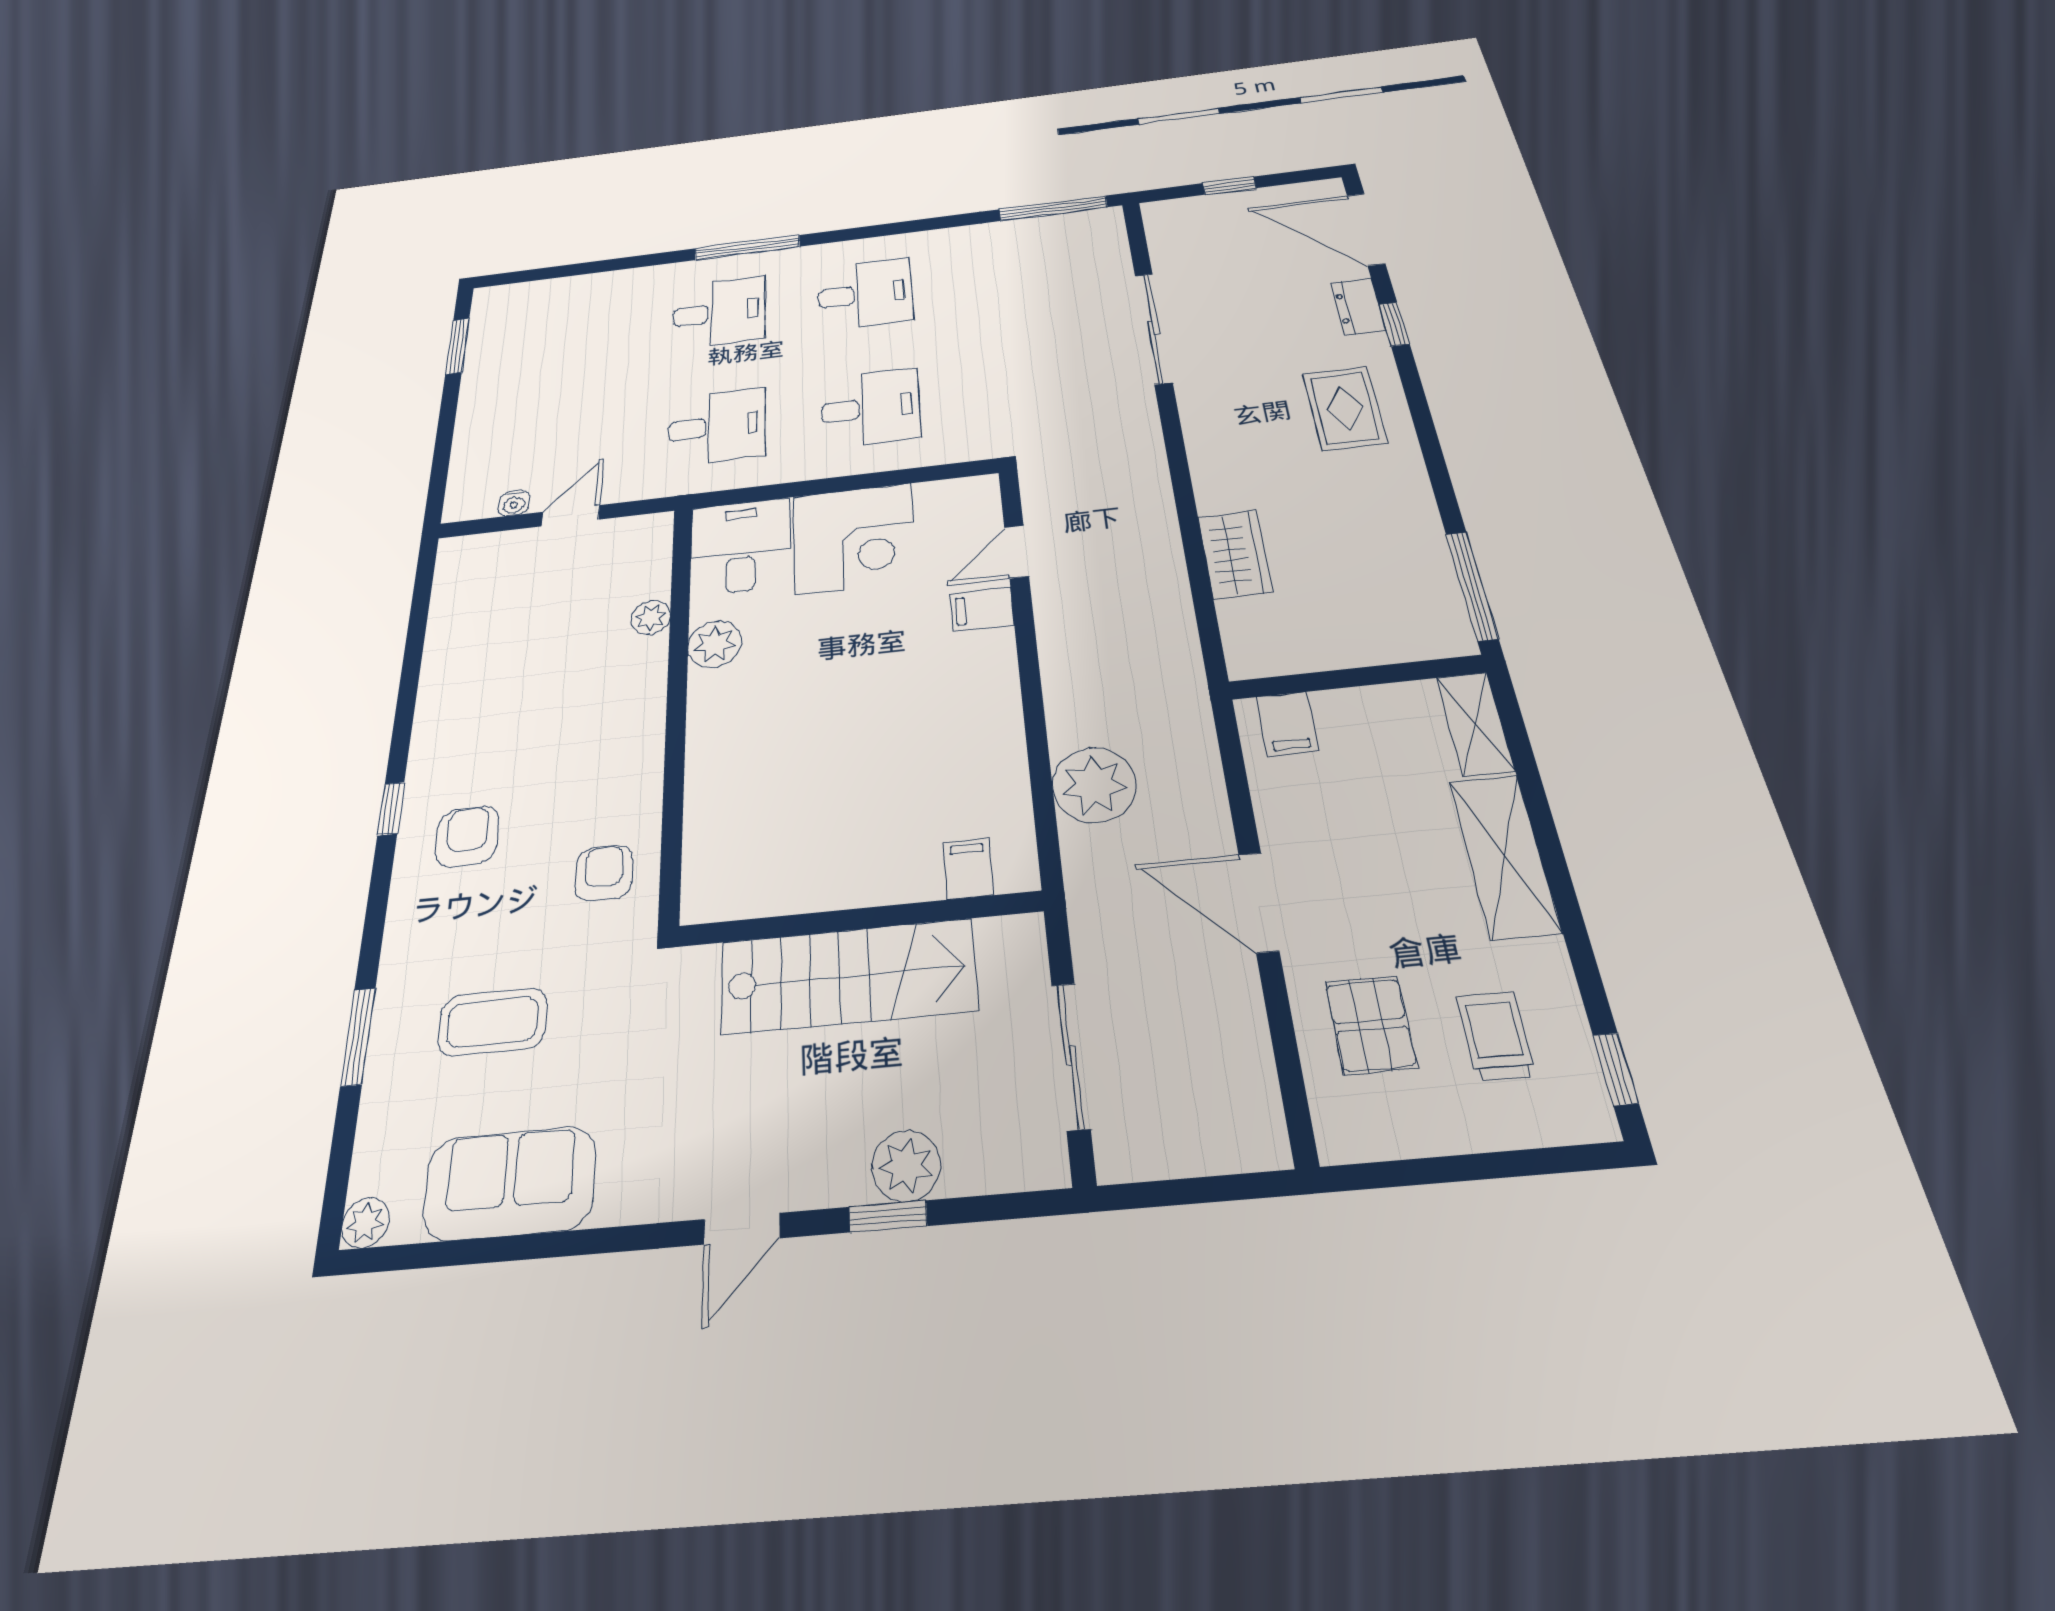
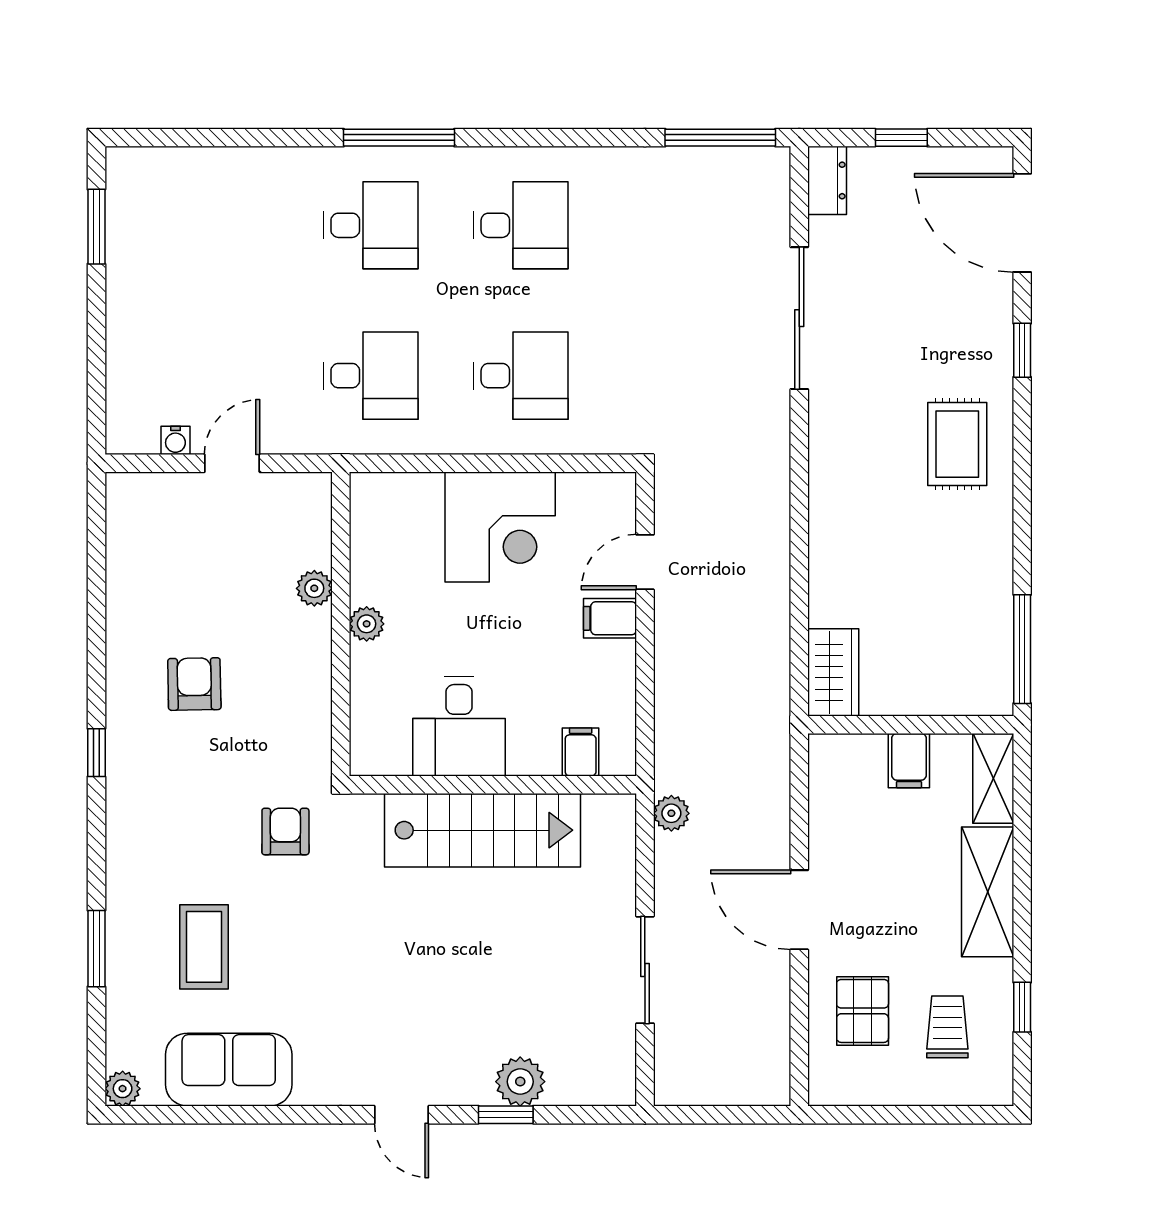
dresser: (1358, 307) -> (827, 180), moved, turned 180
desk: (741, 547) -> (459, 726), moved, turned 180
wardrobe: (1235, 554) -> (833, 672), moved
plant: (715, 644) -> (367, 624), width x0.73, depth x0.73
filing cabinet: (1287, 724) -> (909, 761), moved
plant: (1094, 785) -> (671, 813), width x0.53, depth x0.53
armchair: (467, 836) -> (194, 684), moved
filing cabinet: (968, 869) -> (581, 752), moved
wall: (859, 919) -> (493, 785), moved
stairs: (848, 976) -> (482, 830), moved
coffee table: (493, 1022) -> (204, 947), turned 90
sliding door: (1071, 1056) -> (645, 970), moved
window: (1616, 1069) -> (1022, 1007), moved
door: (742, 1229) -> (402, 1115), hinge flipped

